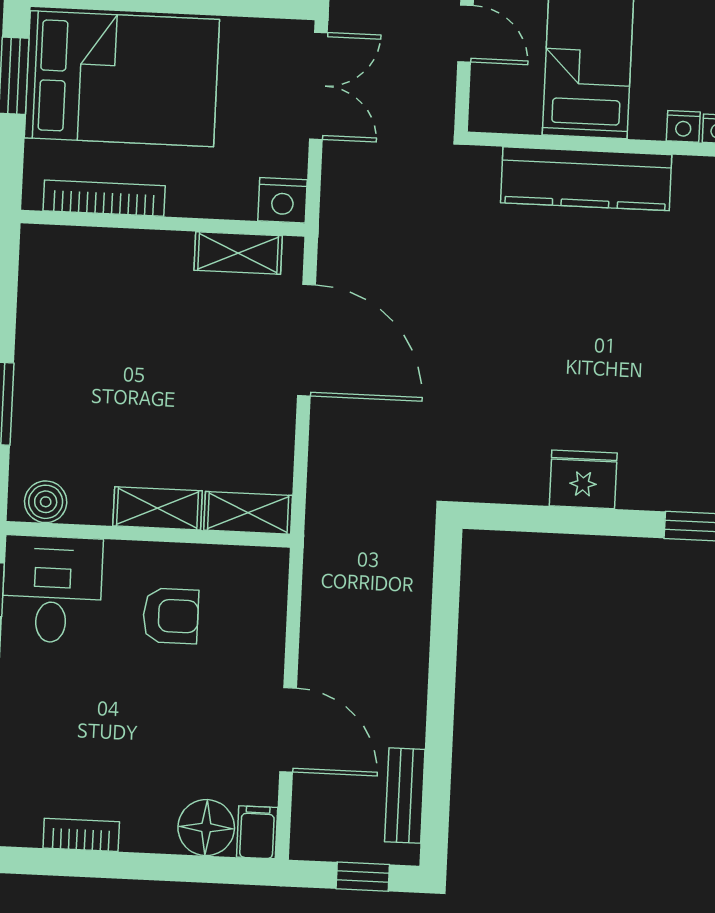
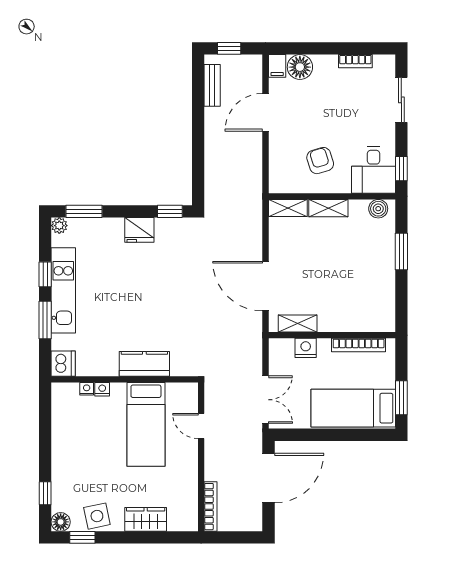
bed: (122, 79) -> (353, 408), width x0.67
double door: (318, 86) -> (265, 400), swing flipped
kitchen counter: (586, 179) -> (144, 364), width x0.67
nightstand: (283, 200) -> (306, 348), moved
window: (513, 518) -> (170, 211), added
armchair: (171, 616) -> (320, 161), turned 73
door: (288, 730) -> (265, 112), hinge flipped

